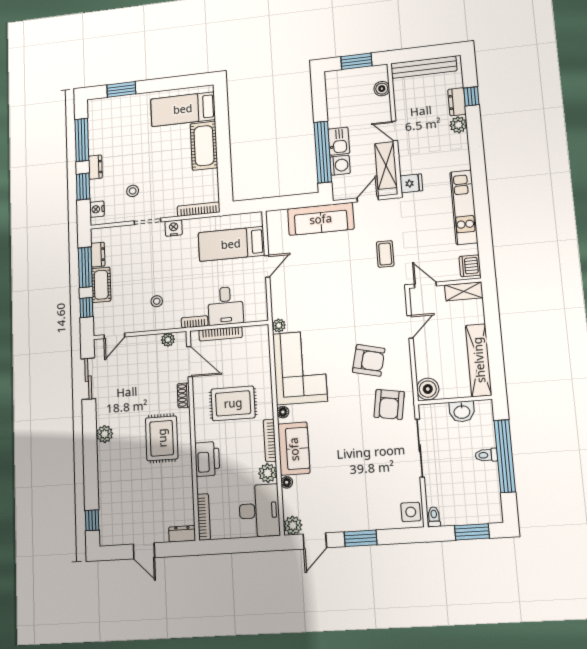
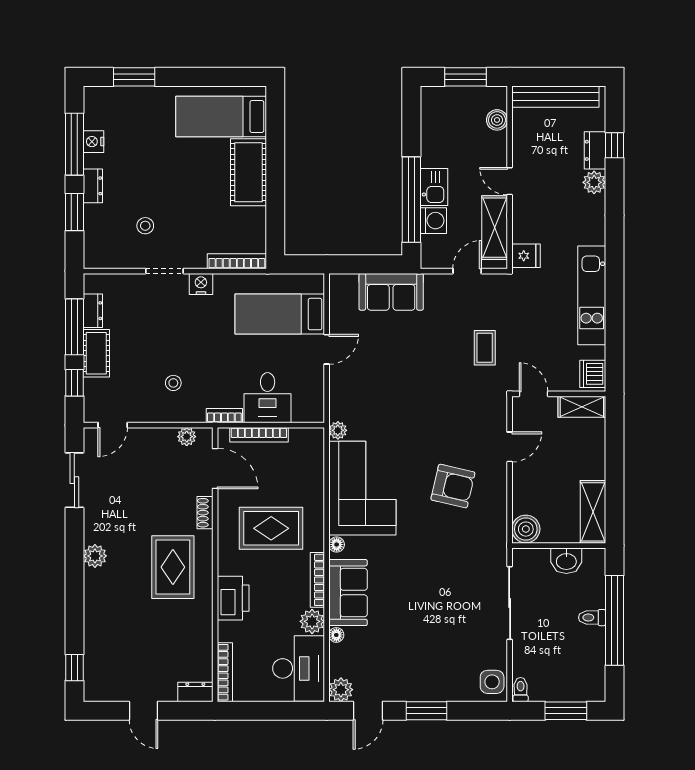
nightstand: (97, 209) -> (93, 142), moved
sofa: (321, 219) -> (391, 292), width x0.73
shelving: (479, 360) -> (593, 512), width x0.68
armchair: (389, 404) -> (475, 545), removed

